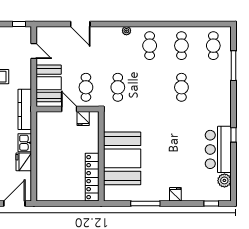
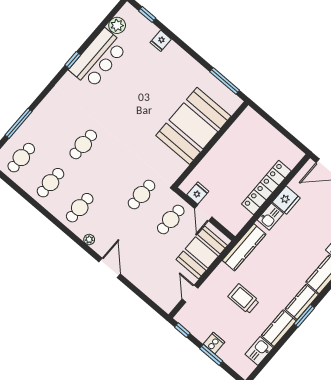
door: (80, 24) -> (110, 268), moved
locker: (92, 177) -> (266, 188), moved, turned 180
fridge: (175, 194) -> (161, 41), moved
window: (145, 204) -> (225, 81), moved

